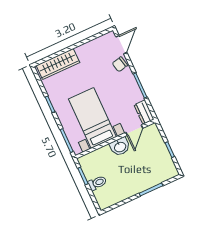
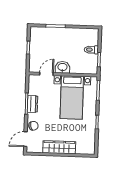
wardrobe: (58, 64) -> (59, 147), moved
dresser: (144, 112) -> (33, 104), moved

